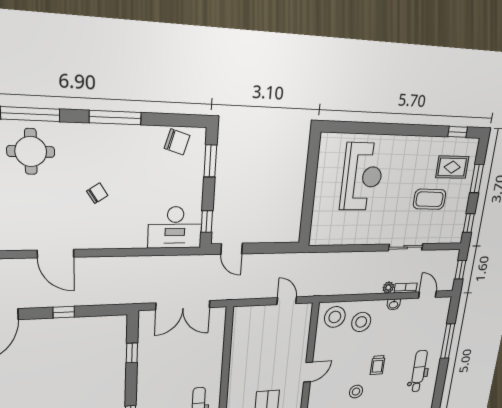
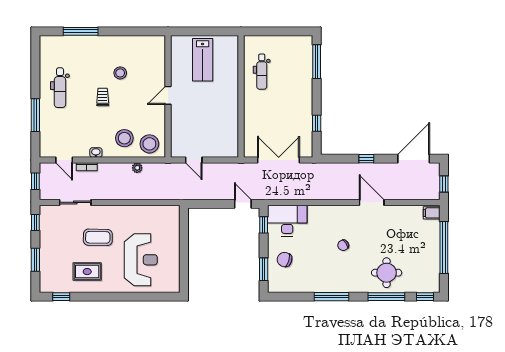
chair: (177, 142) -> (284, 260), moved
rug: (452, 167) -> (87, 272), moved
reception desk: (362, 177) -> (141, 260), turned 180
coffee table: (430, 199) -> (98, 237), moved
sliding door: (406, 247) -> (75, 202), moved
plant: (388, 287) -> (137, 168), moved

